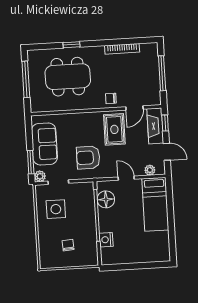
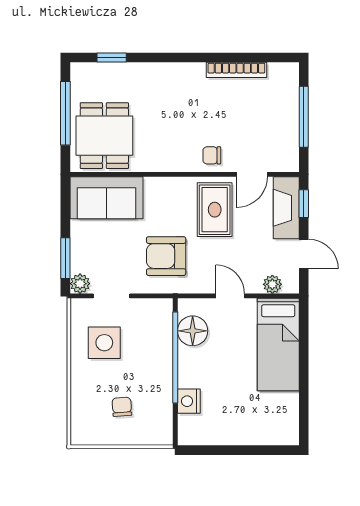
window: (71, 45) -> (112, 58), moved
dining table: (68, 77) -> (104, 136), moved, width x0.73
sofa: (44, 144) -> (107, 198), moved, turned 90

